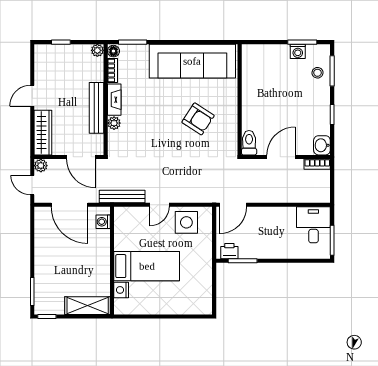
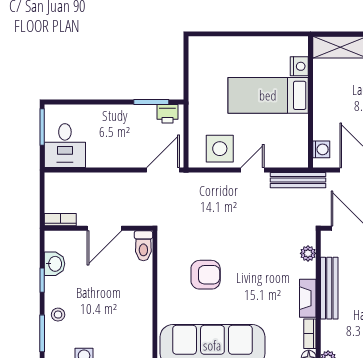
stool: (317, 73) -> (58, 315), moved
armchair: (198, 119) -> (206, 275), turned 147
plant: (114, 123) -> (308, 253), moved
washbasin: (322, 145) -> (55, 264), moved

